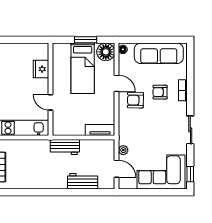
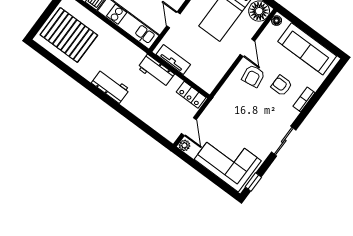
armchair: (135, 100) -> (253, 76), turned -99
tv unit: (100, 130) -> (173, 60), moved
locker: (102, 145) -> (191, 95), added
plant: (123, 150) -> (185, 145), moved
workbench: (83, 181) -> (110, 86), moved

